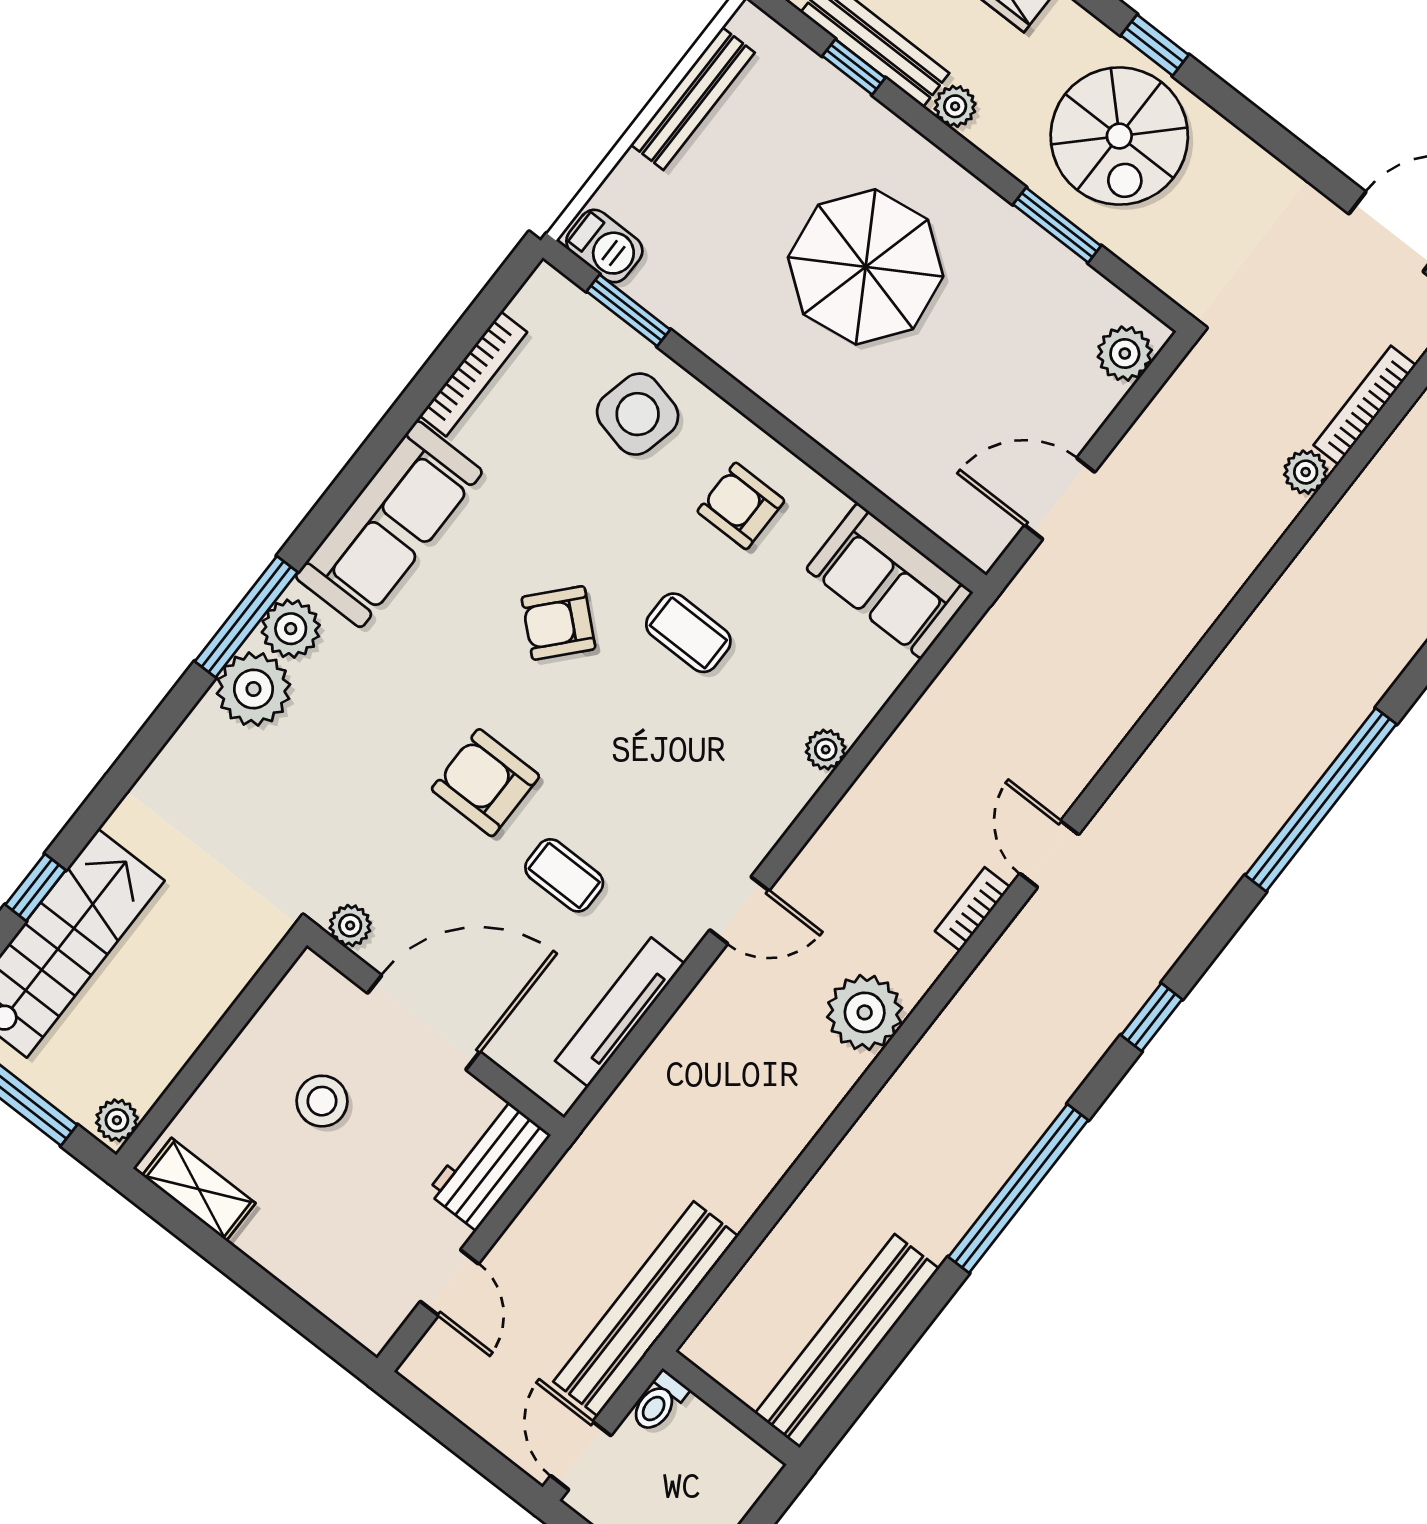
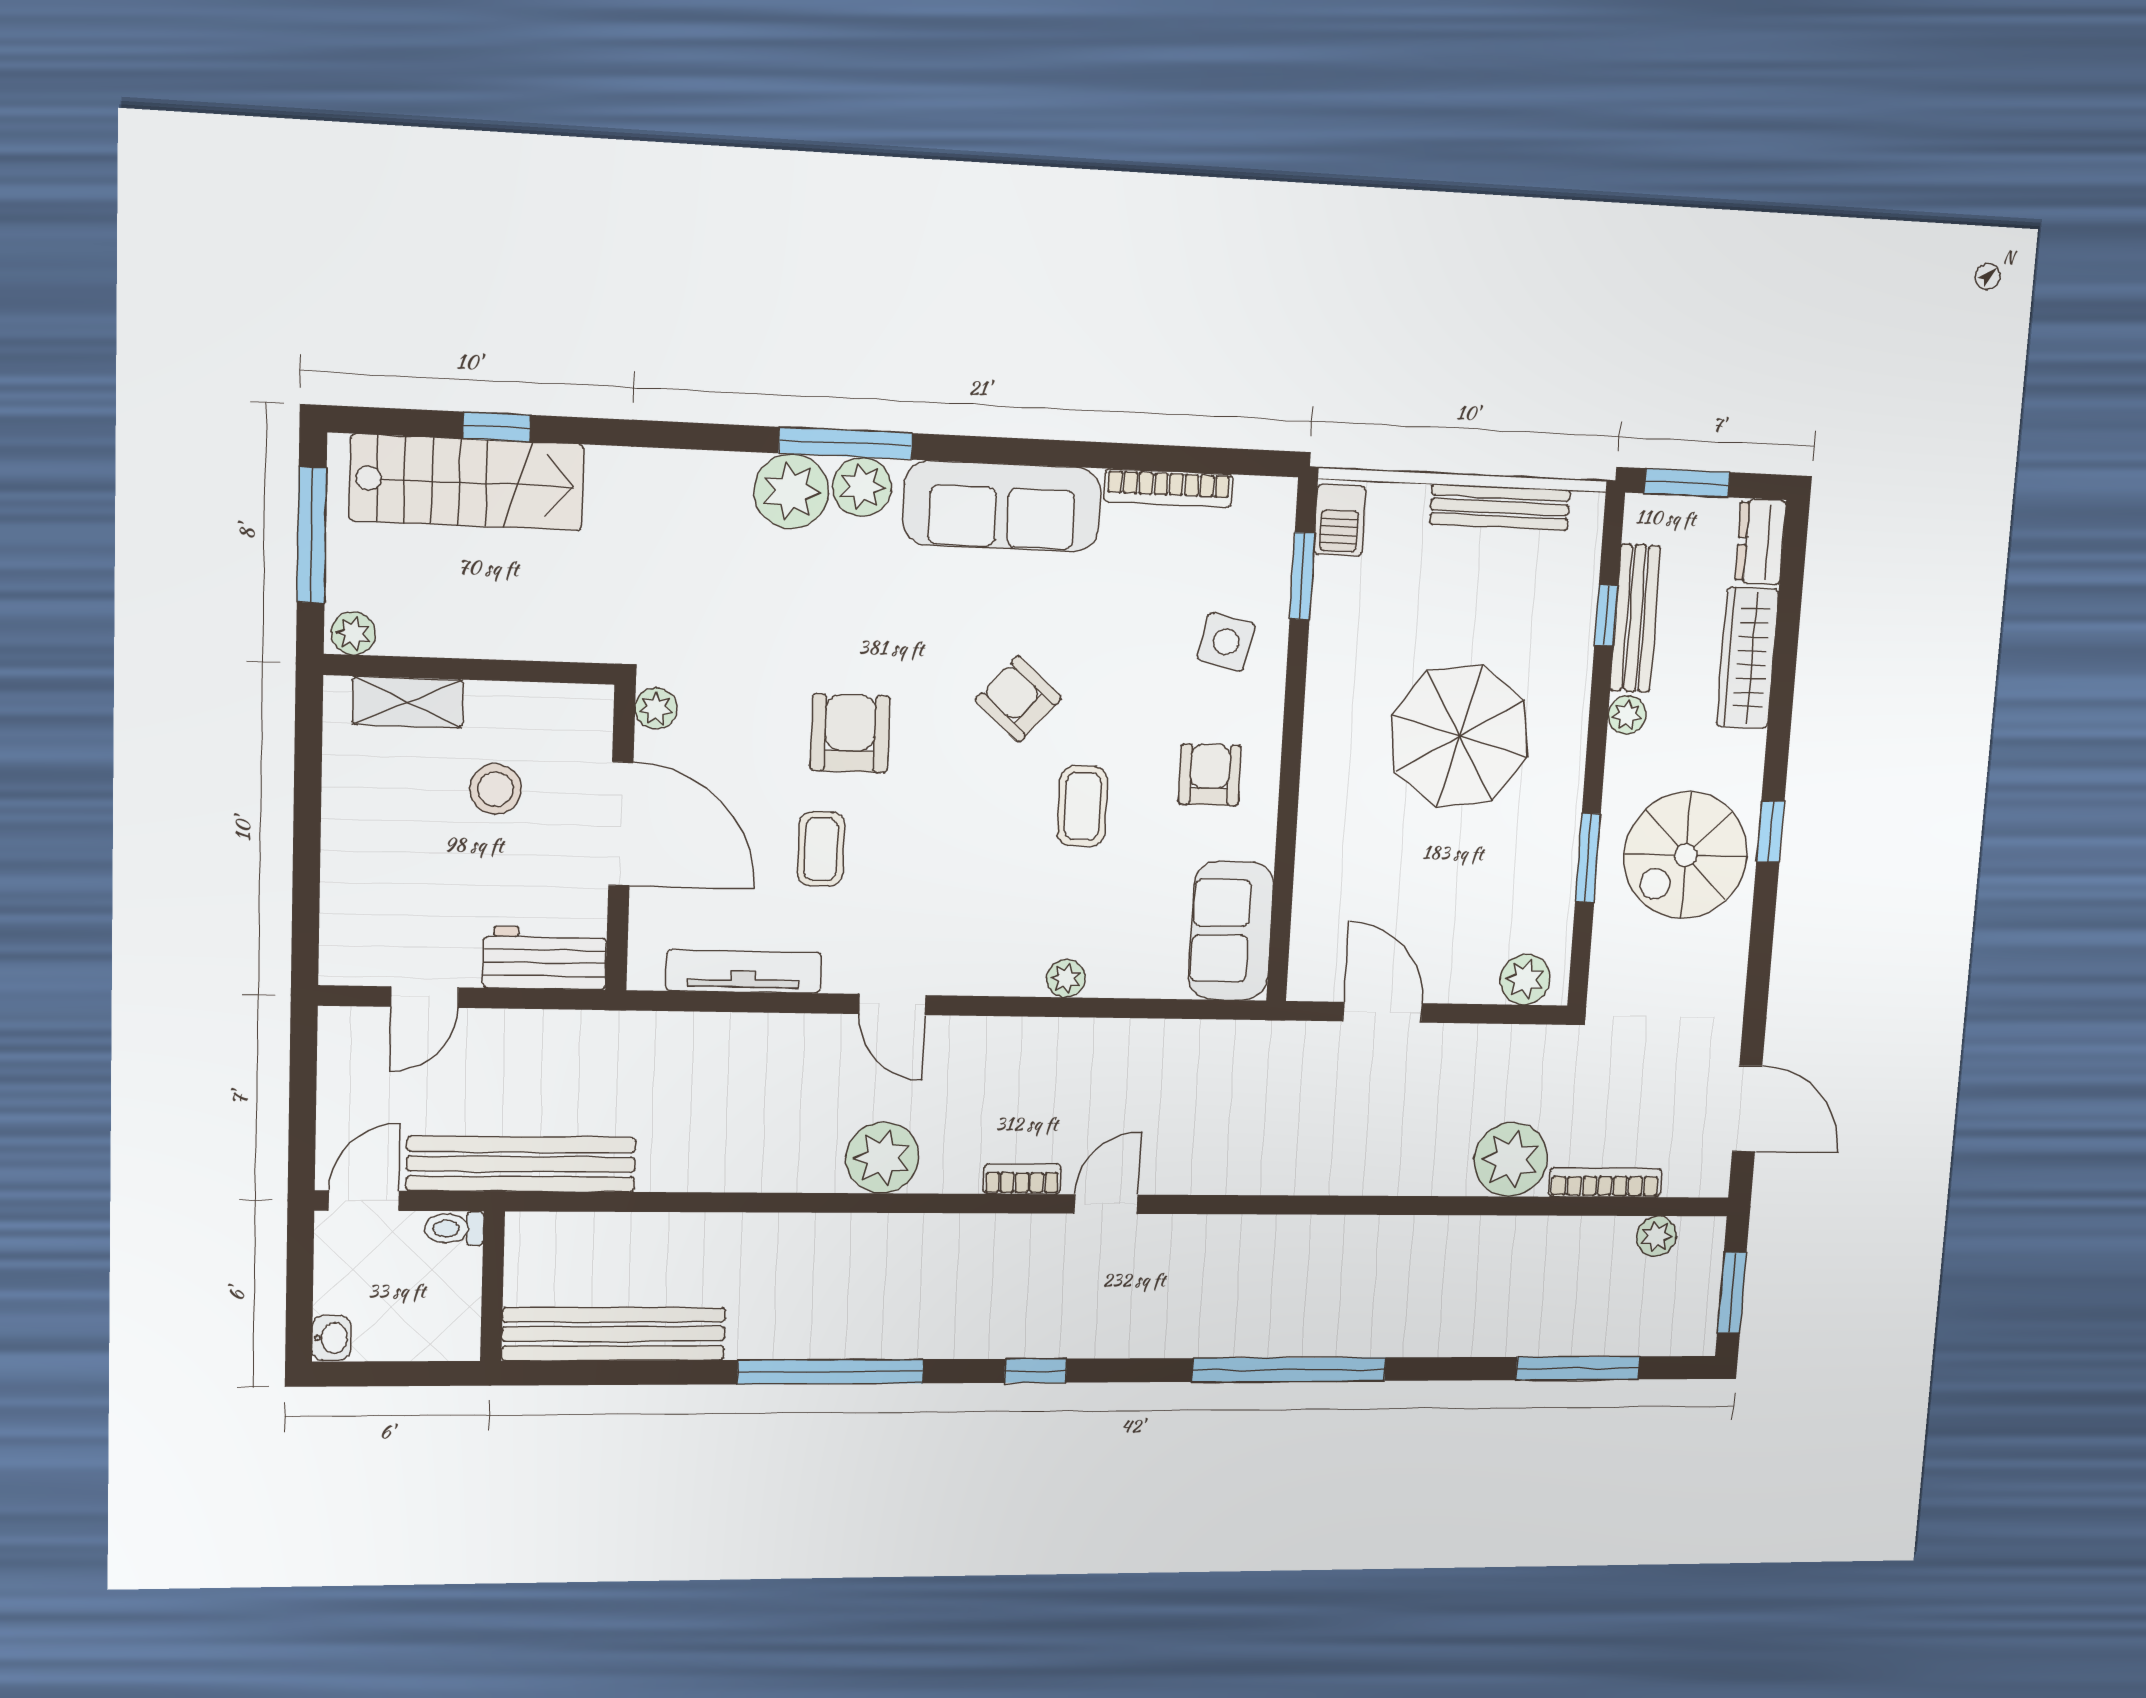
side table: (638, 414) -> (1226, 642), width x0.73, depth x0.73
plant: (1306, 472) -> (1511, 1159), width x1.87, depth x1.87
shelving: (199, 1189) -> (408, 702), moved, turned 90

